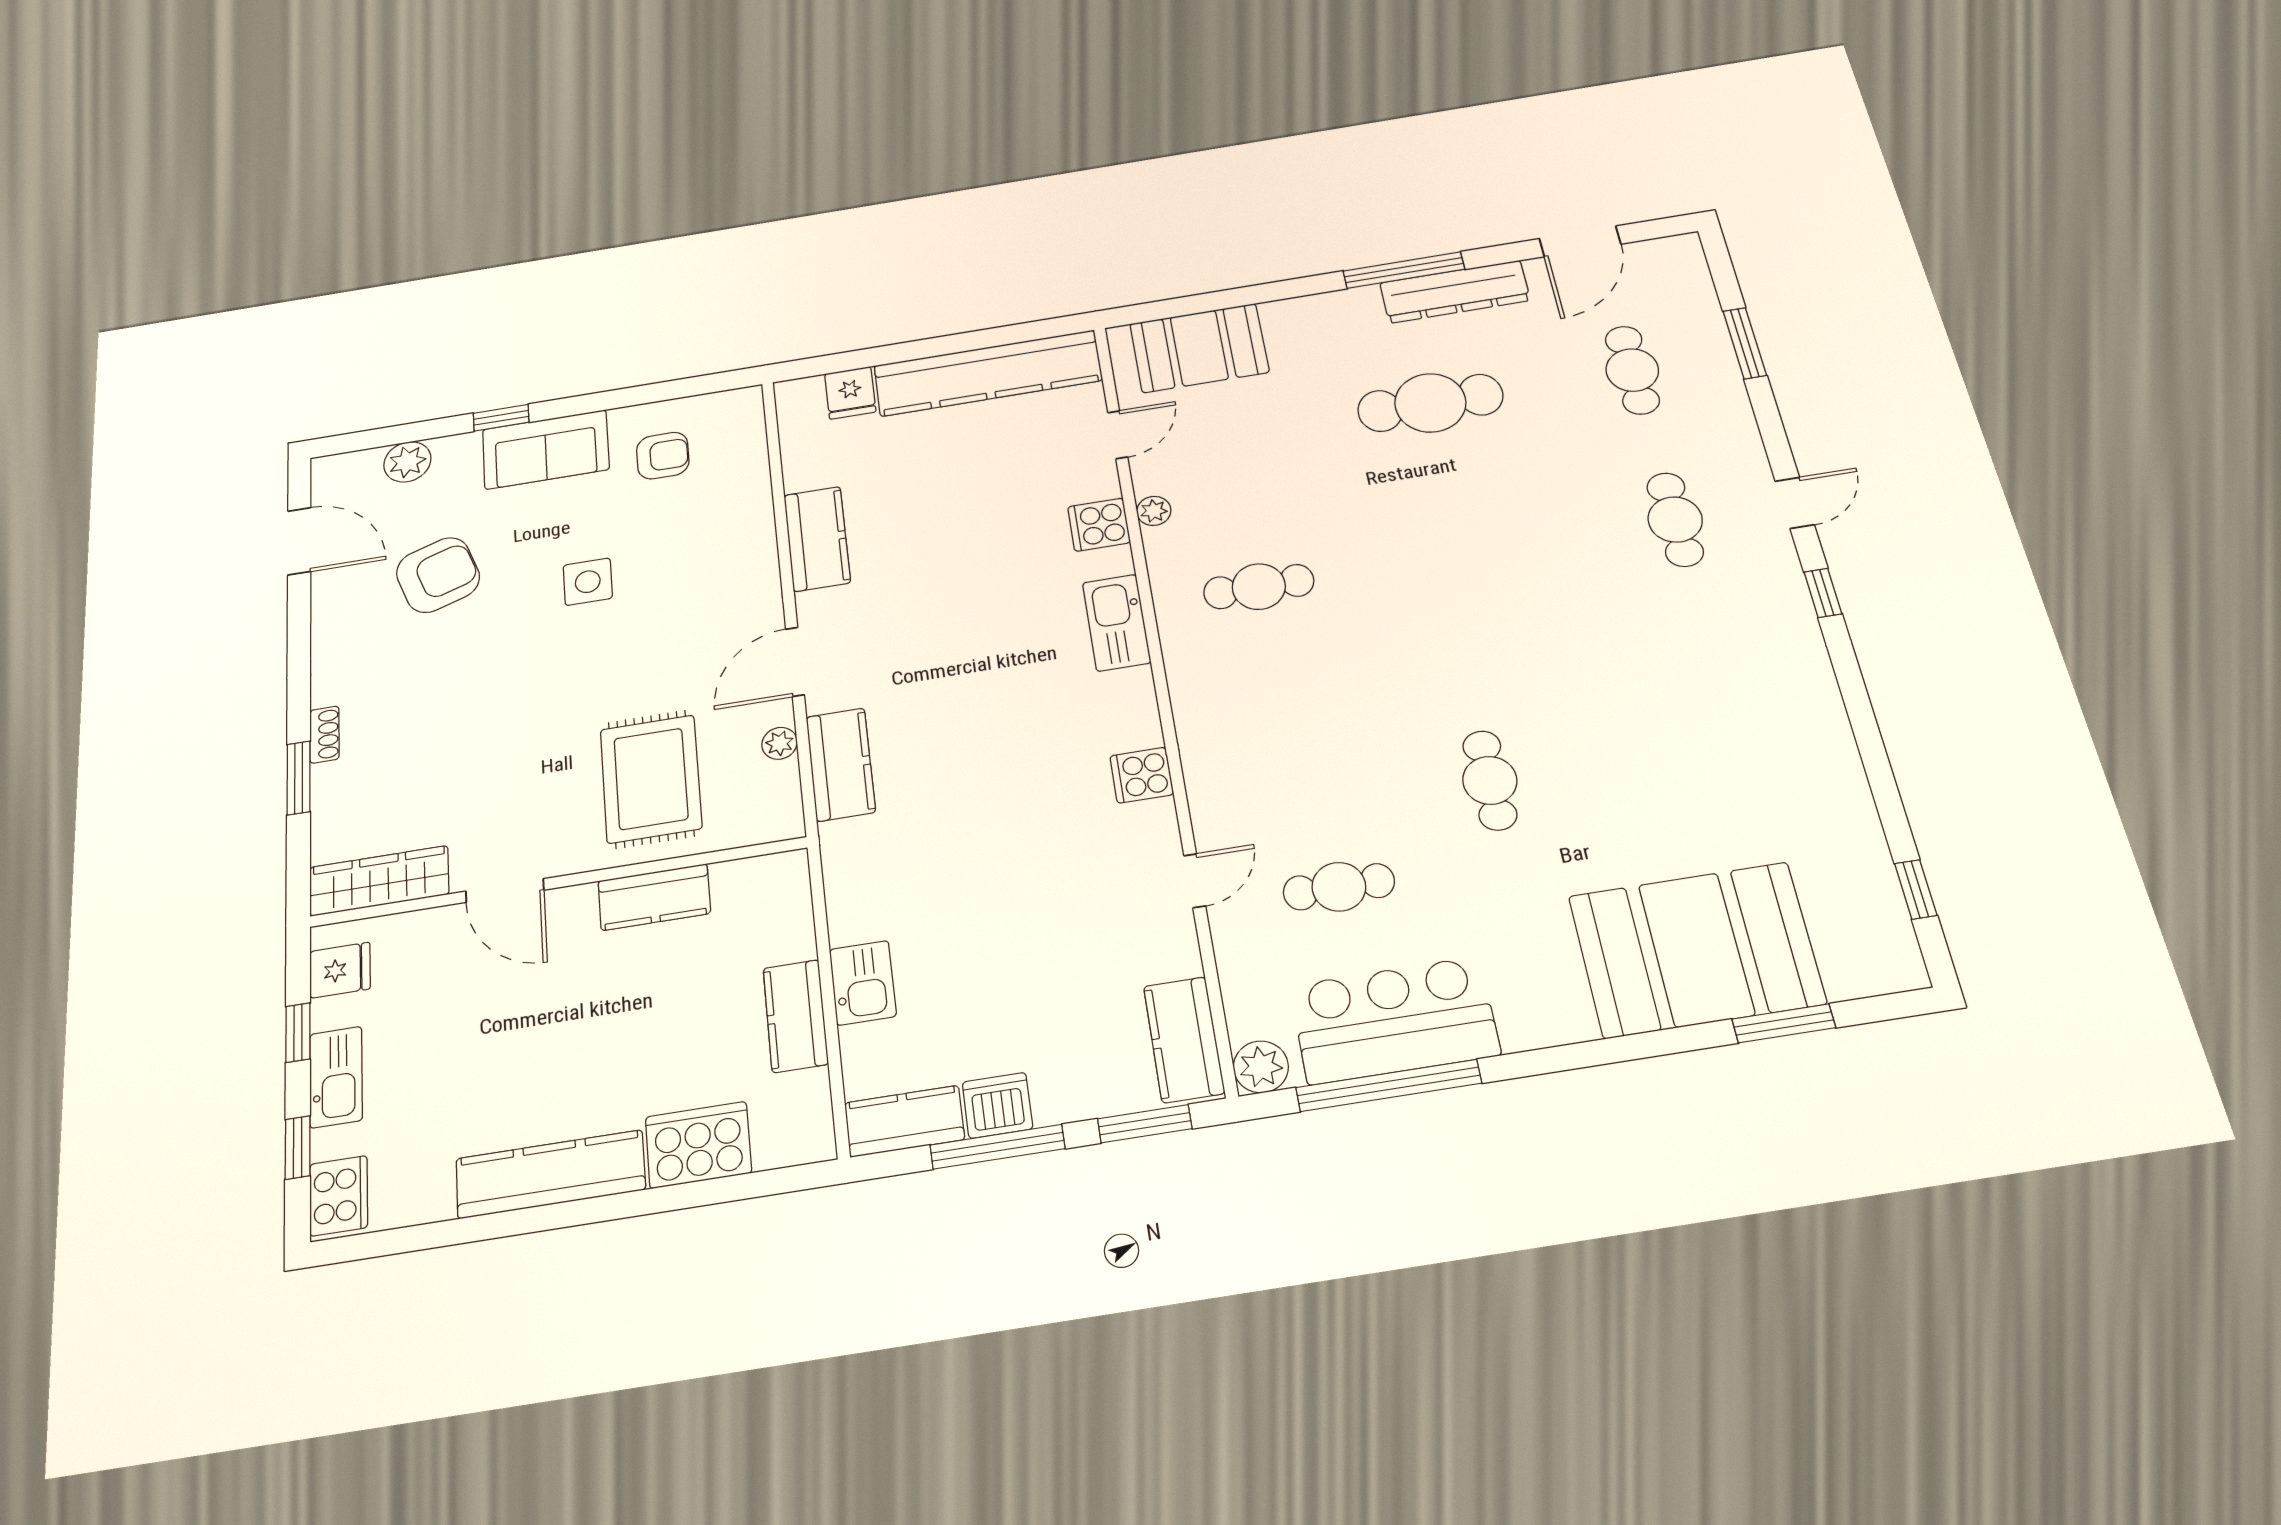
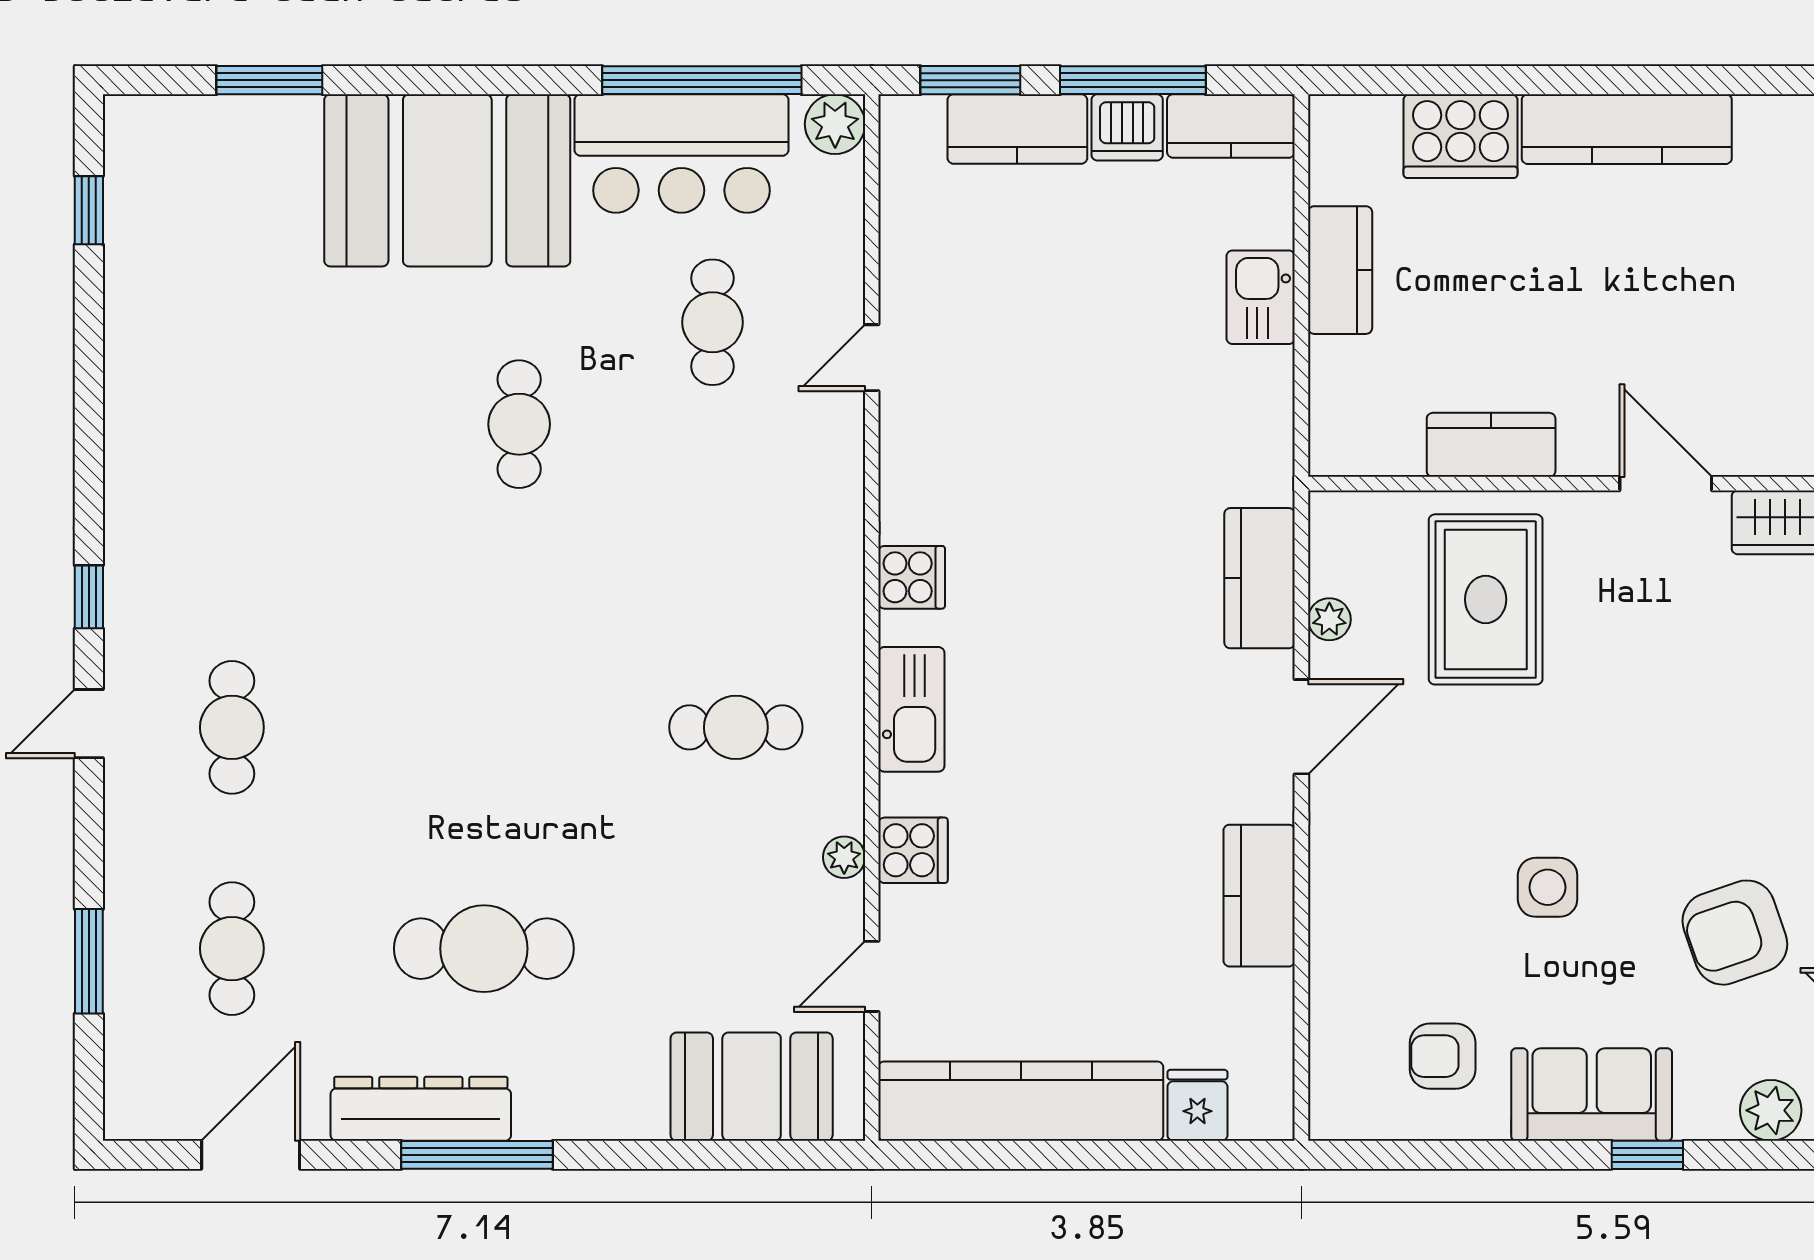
cooker: (1142, 775) -> (912, 577), moved
cafe table: (1339, 887) -> (713, 322), turned 90
booth: (1696, 950) -> (447, 180), moved
kitchen counter: (1184, 1040) -> (1017, 129), moved, turned 90

